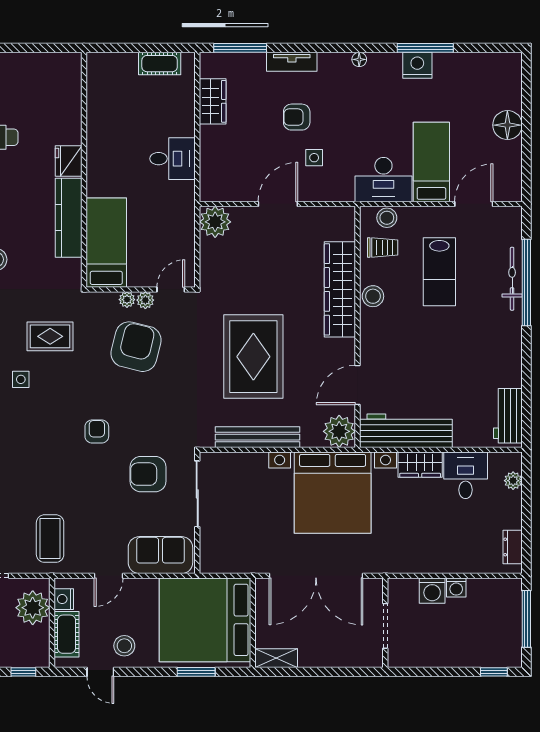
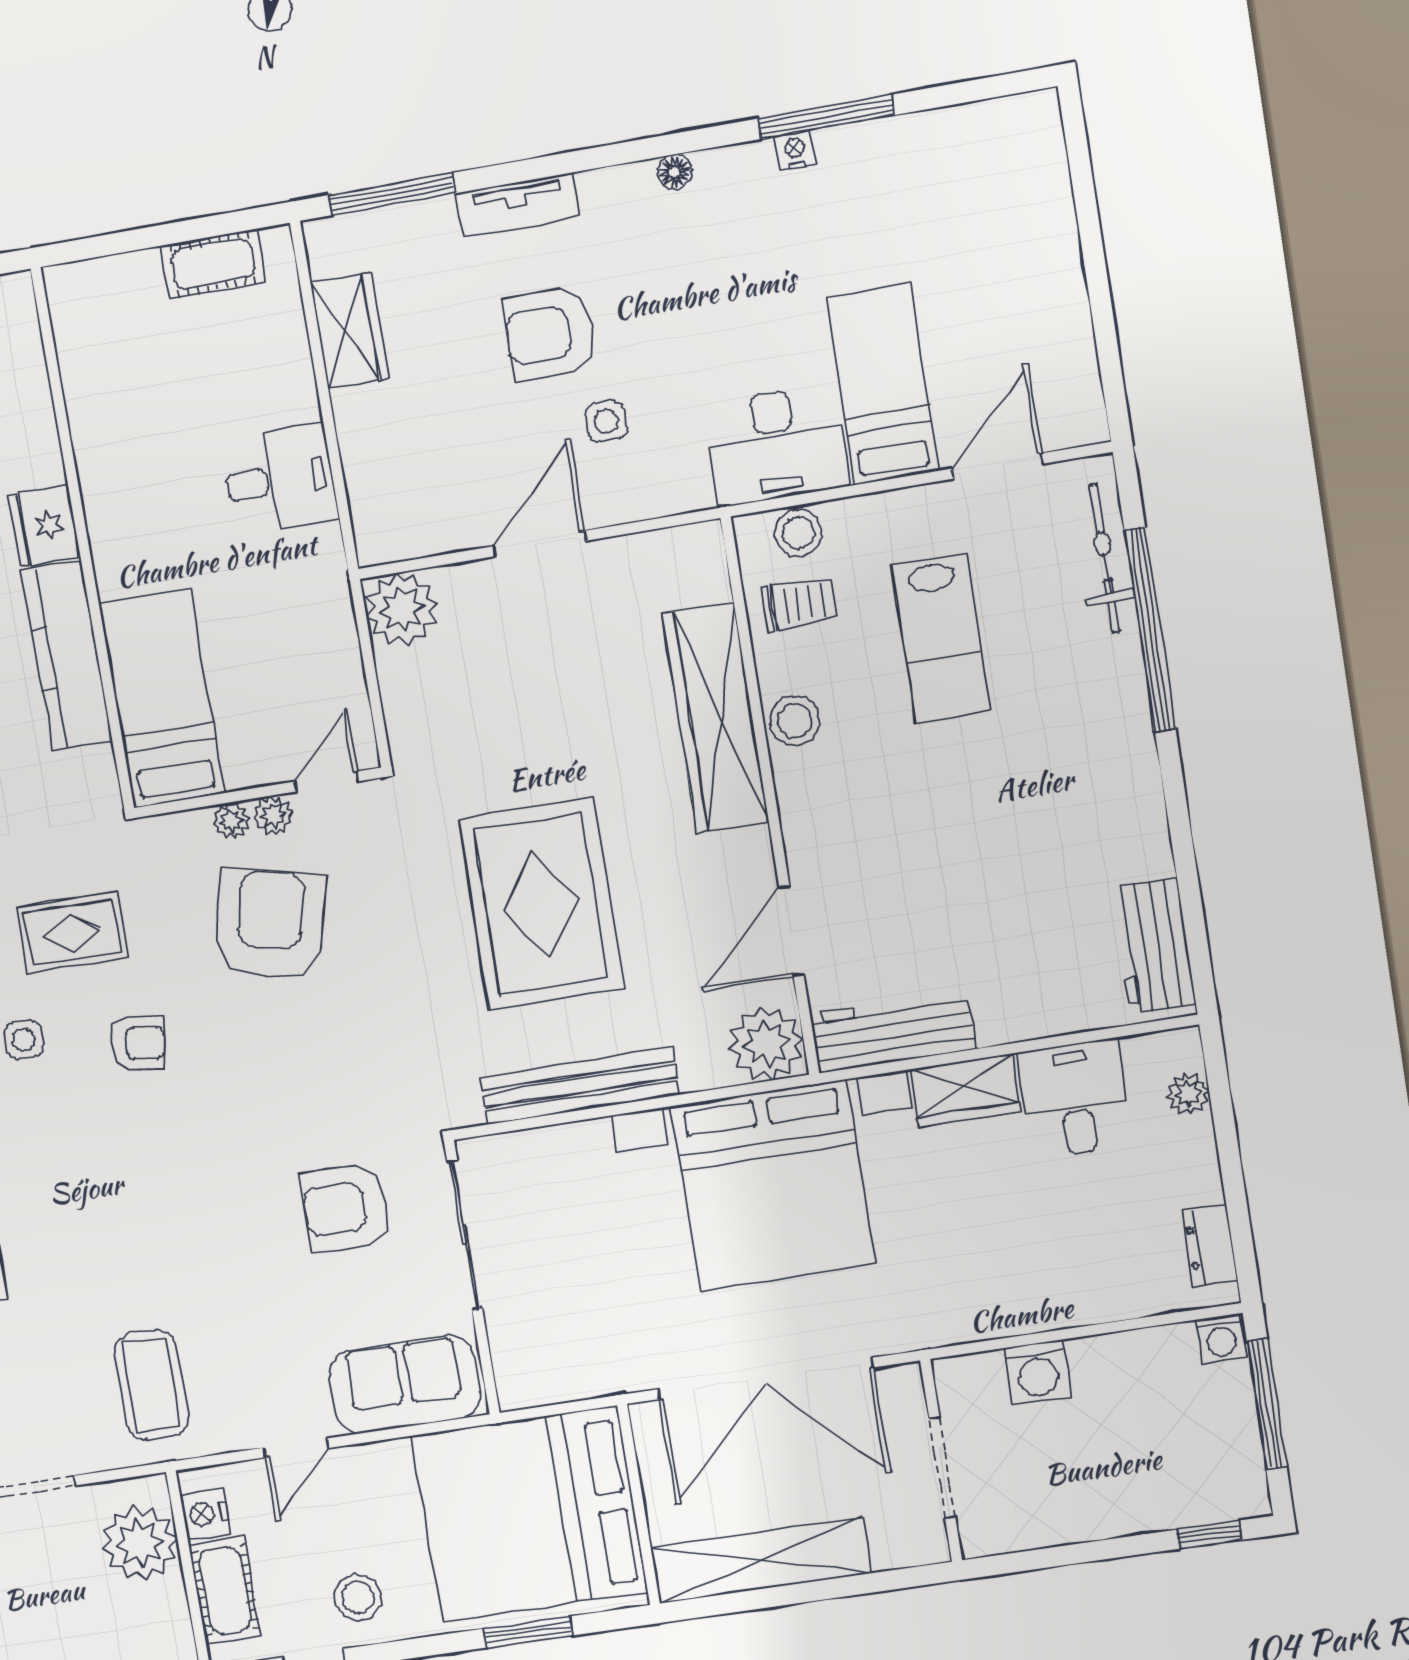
nightstand: (417, 65) -> (795, 151), width x0.53, depth x0.56
armchair: (297, 117) -> (550, 333), width x1.38, depth x1.38
floor lamp: (507, 125) -> (1049, 266), removed
bicycle: (512, 279) -> (1105, 558), moved
workbench: (406, 431) -> (893, 1032), width x0.73, depth x0.76
armchair: (97, 432) -> (138, 1043), moved, turned 98
washing machine: (456, 588) -> (1221, 1338), moved
shelving: (276, 658) -> (761, 1560), width x2.20, depth x1.33

